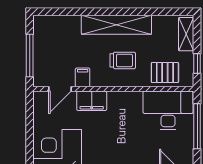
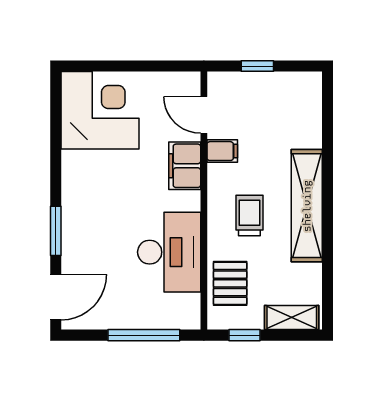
window: (30, 56) -> (257, 66), width x0.46
trolley: (123, 60) -> (249, 216), turned 180
desk: (168, 110) -> (169, 252), moved

